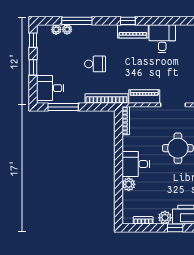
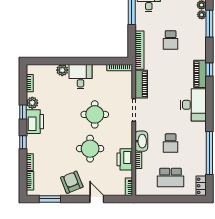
desk: (162, 39) -> (193, 105), width x1.37

